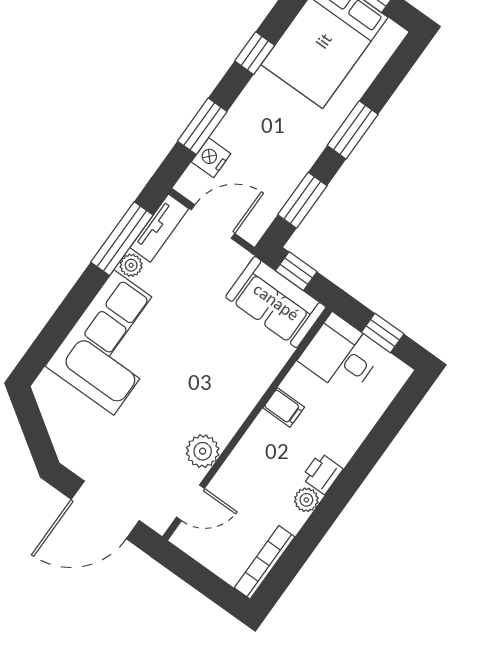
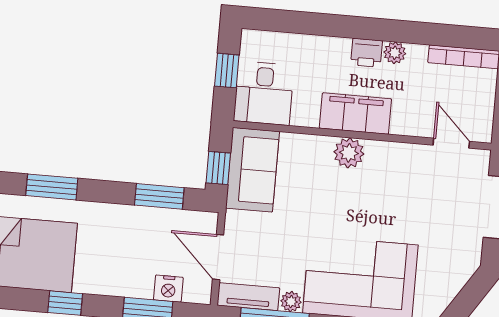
window: (353, 130) -> (52, 187), moved
filing cabinet: (284, 407) -> (355, 114), width x3.00, depth x1.17
plant: (203, 451) -> (349, 153), moved

